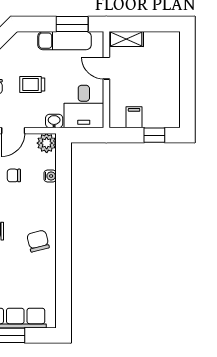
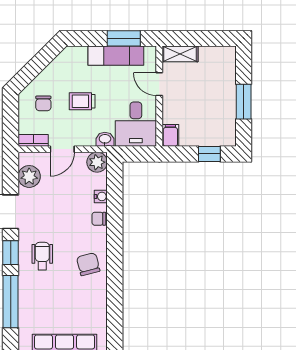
window: (187, 85) -> (244, 102), added
filing cabinet: (134, 117) -> (170, 135), moved
chair: (14, 175) -> (99, 219), moved

